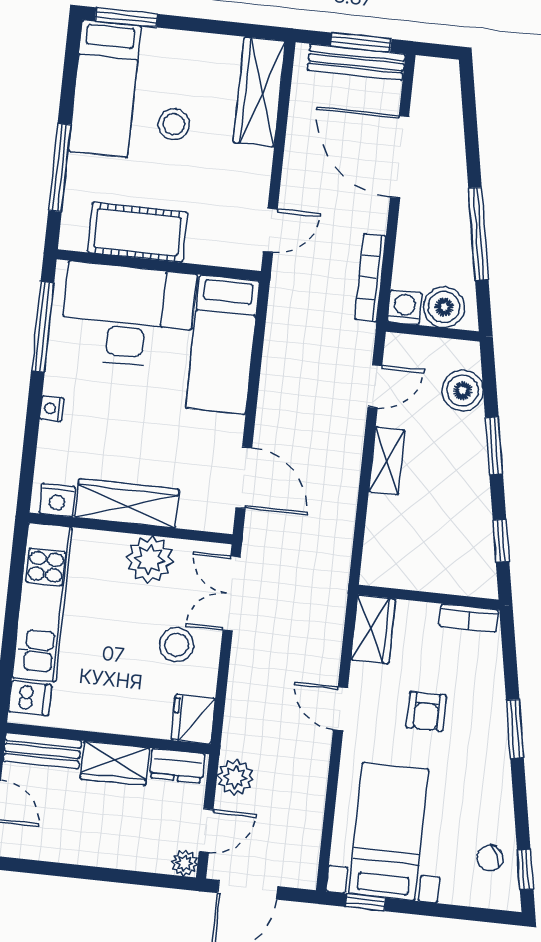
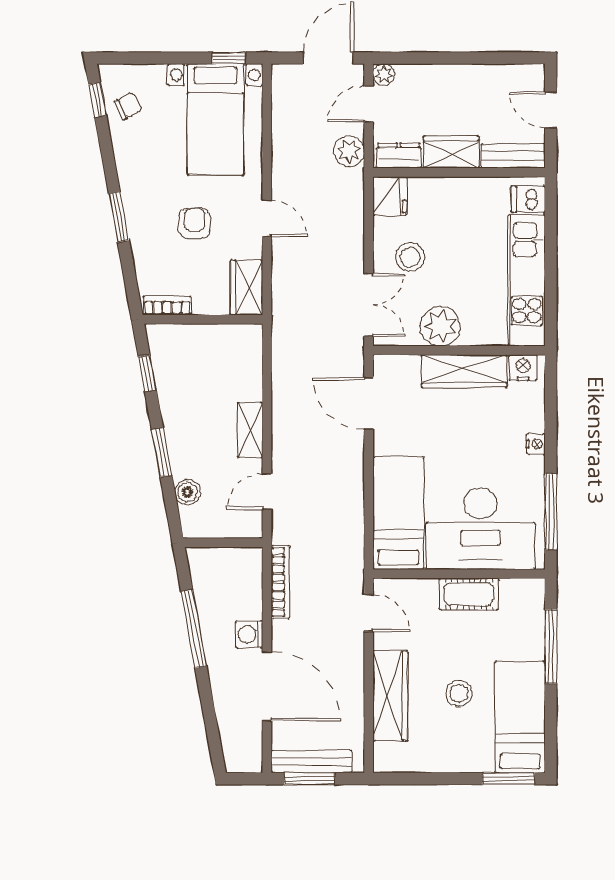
wardrobe: (259, 92) -> (390, 696), moved
door: (270, 230) -> (369, 613), swing flipped
cot: (137, 232) -> (469, 594), width x0.73, depth x0.75
washing machine: (405, 307) -> (249, 634), moved, turned 90
boiler: (444, 307) -> (216, 564), removed
boiler: (463, 391) -> (188, 492), width x0.73, depth x0.73

